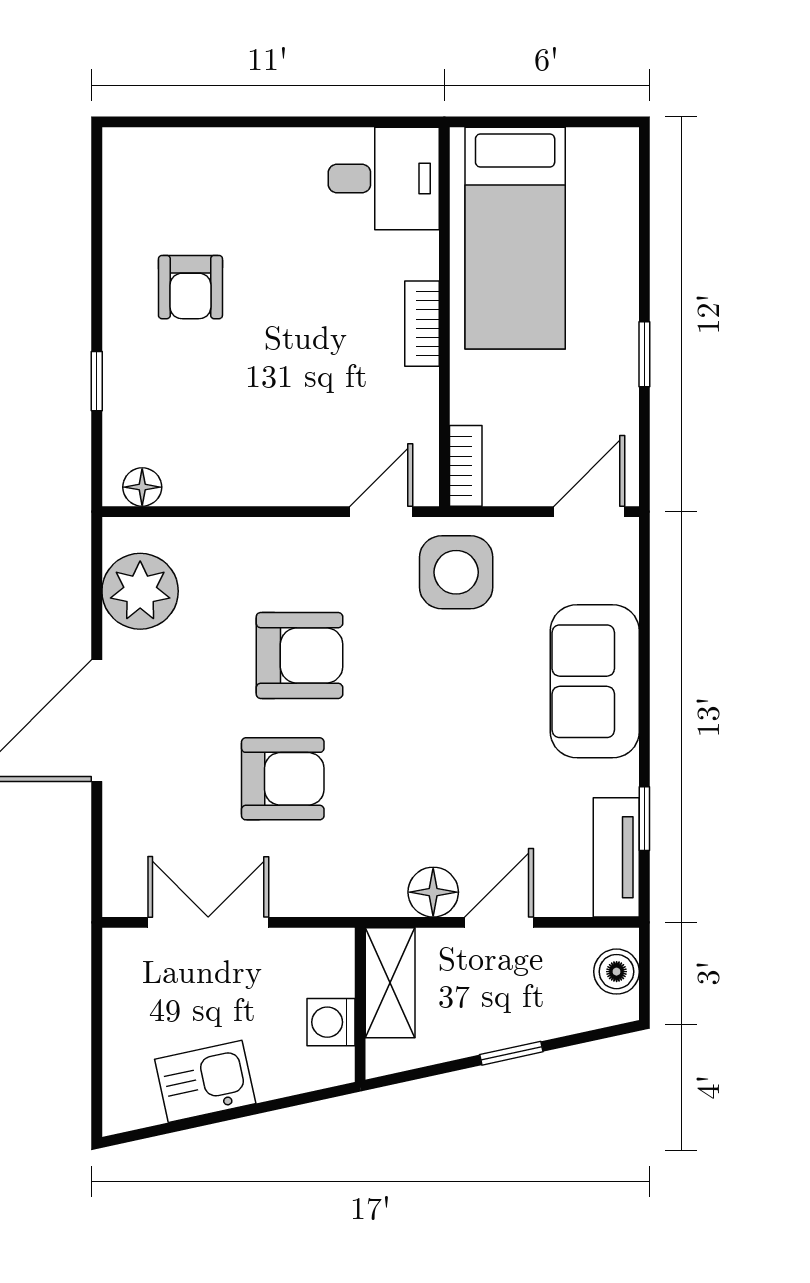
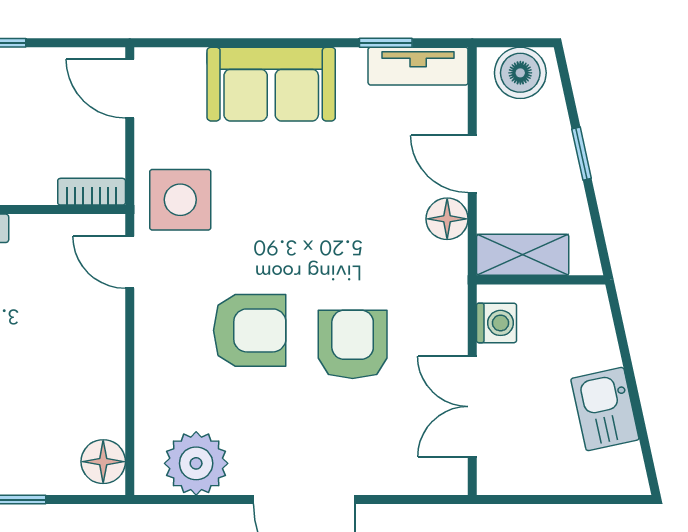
floor lamp: (142, 487) -> (103, 462), width x1.37, depth x1.37
armchair: (299, 655) -> (250, 330), turned 90
boiler: (617, 972) -> (520, 73), width x1.36, depth x1.36
washing machine: (331, 1022) -> (497, 323), moved, turned -90

